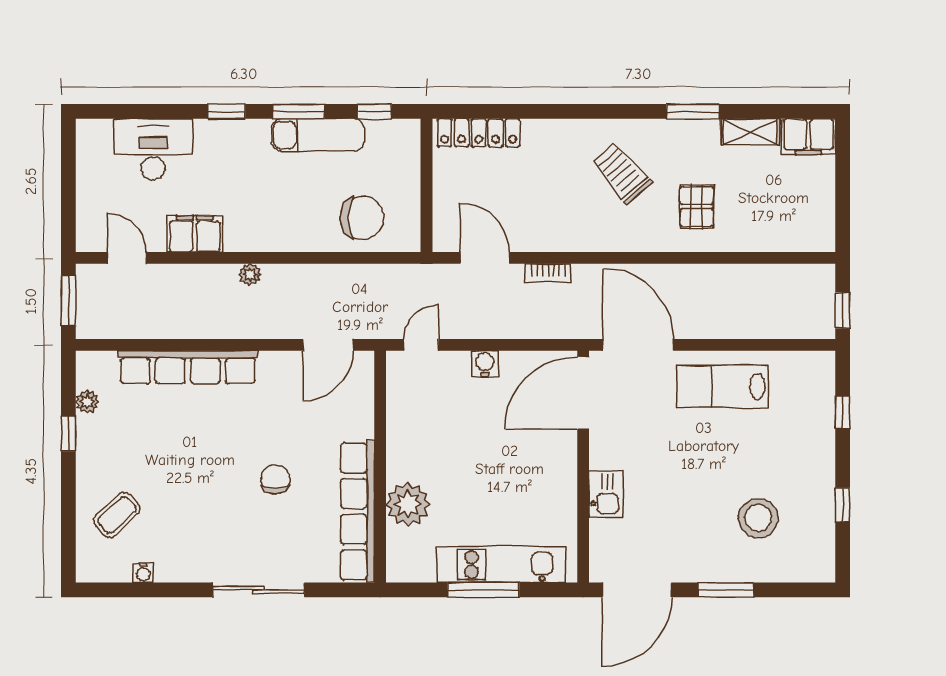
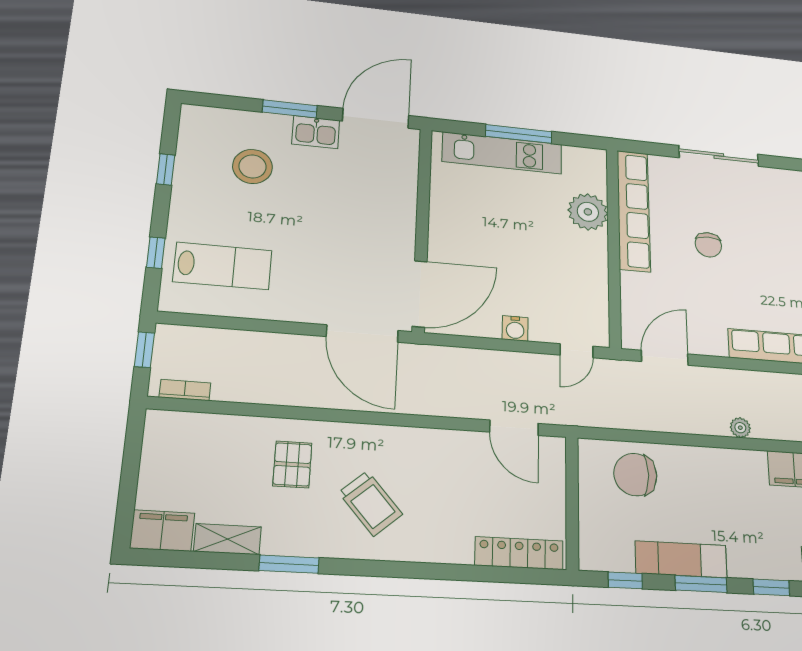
bookcase: (548, 273) -> (185, 390), moved
lab bench: (722, 387) -> (223, 266), moved
kitchen sink: (606, 494) -> (316, 132), moved, turned -90

